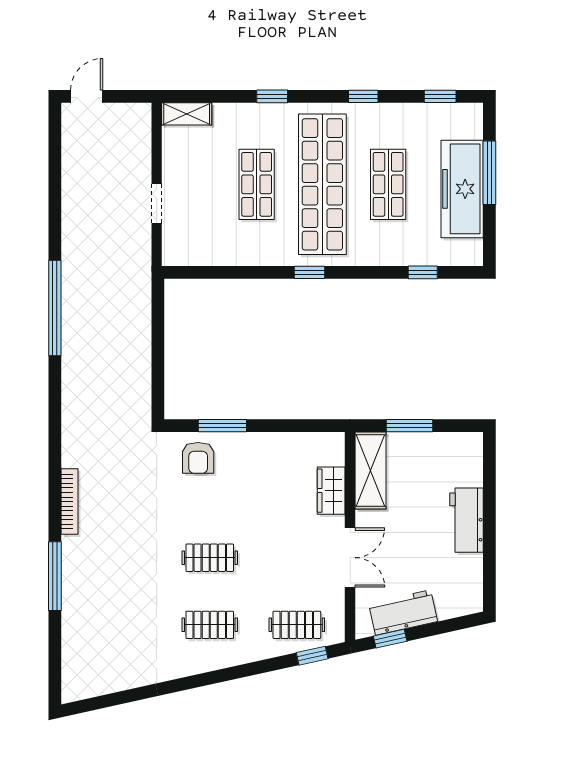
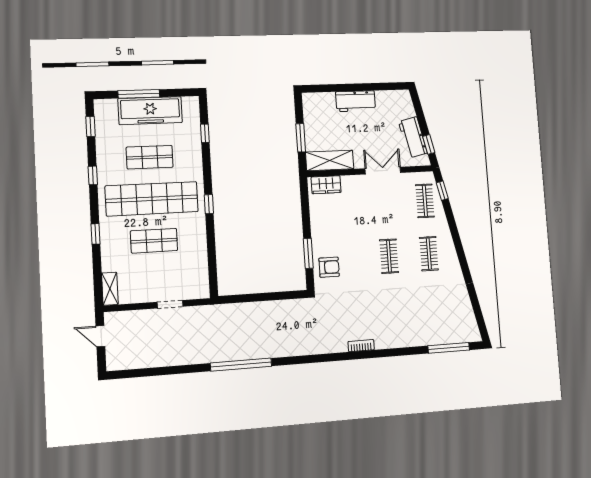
door: (87, 96) -> (100, 336), moved
wardrobe: (331, 491) -> (326, 185), moved
bookcase: (69, 502) -> (361, 346), width x0.64
window: (55, 576) -> (449, 348), moved

